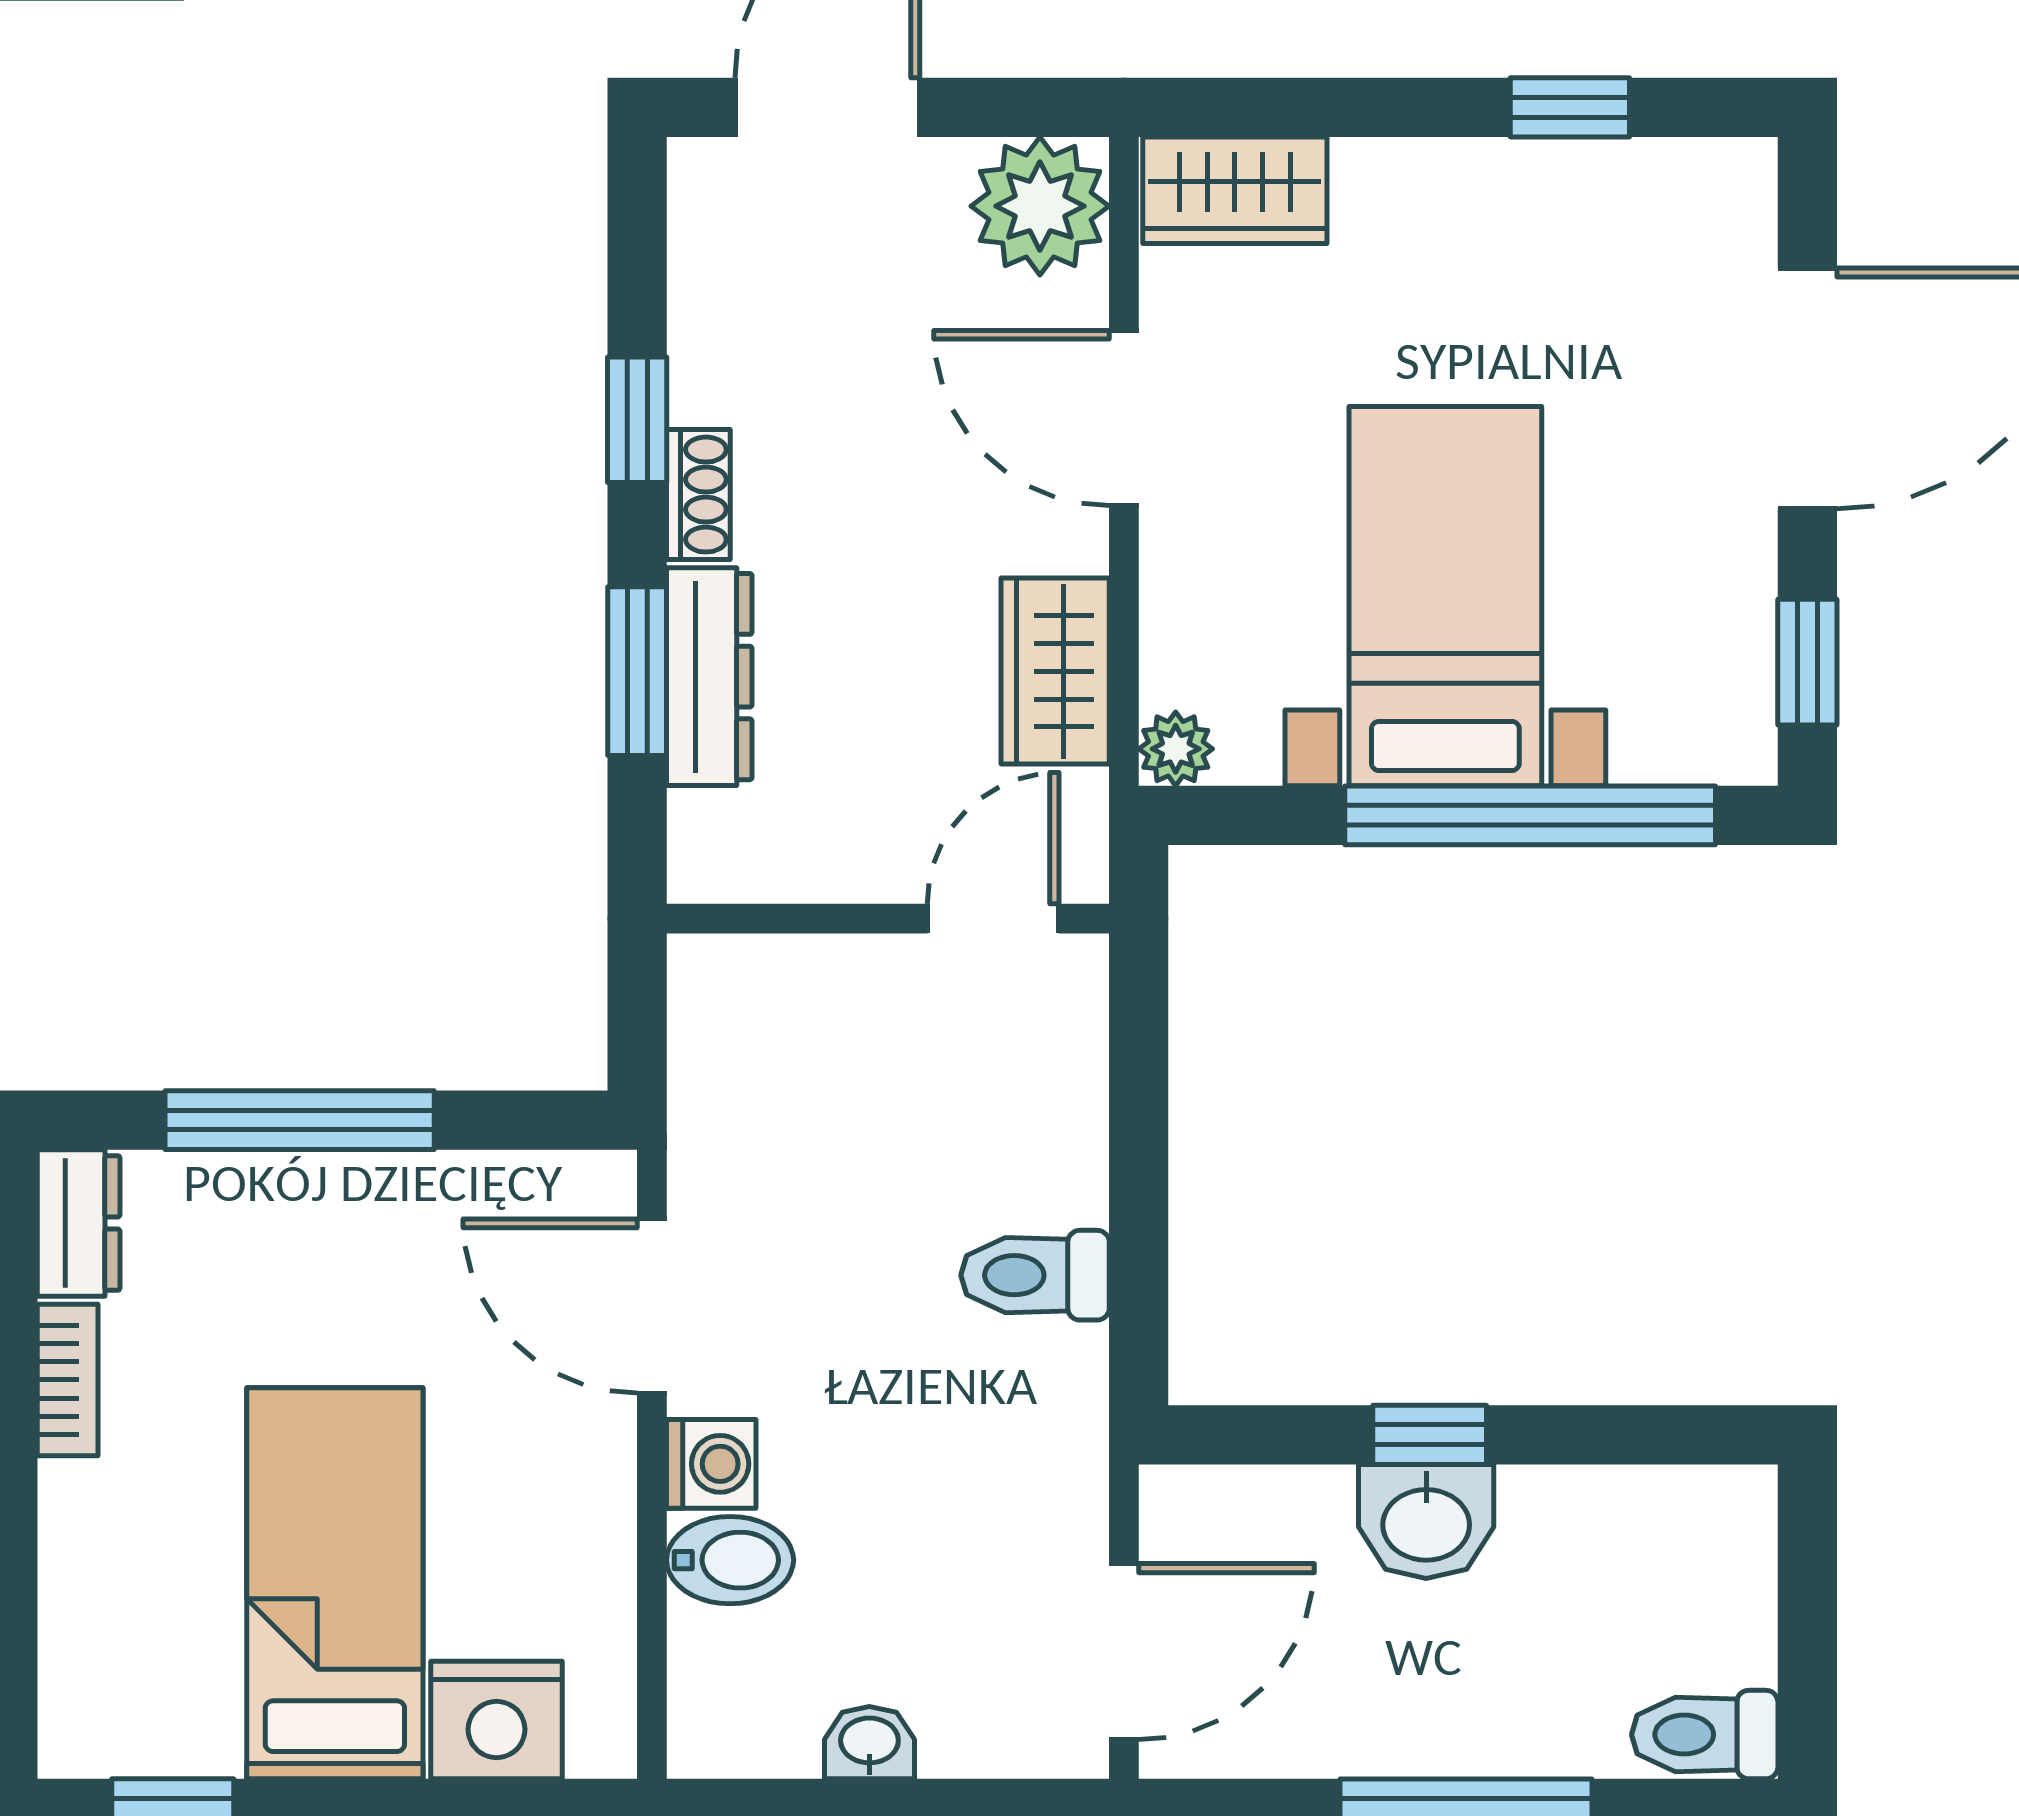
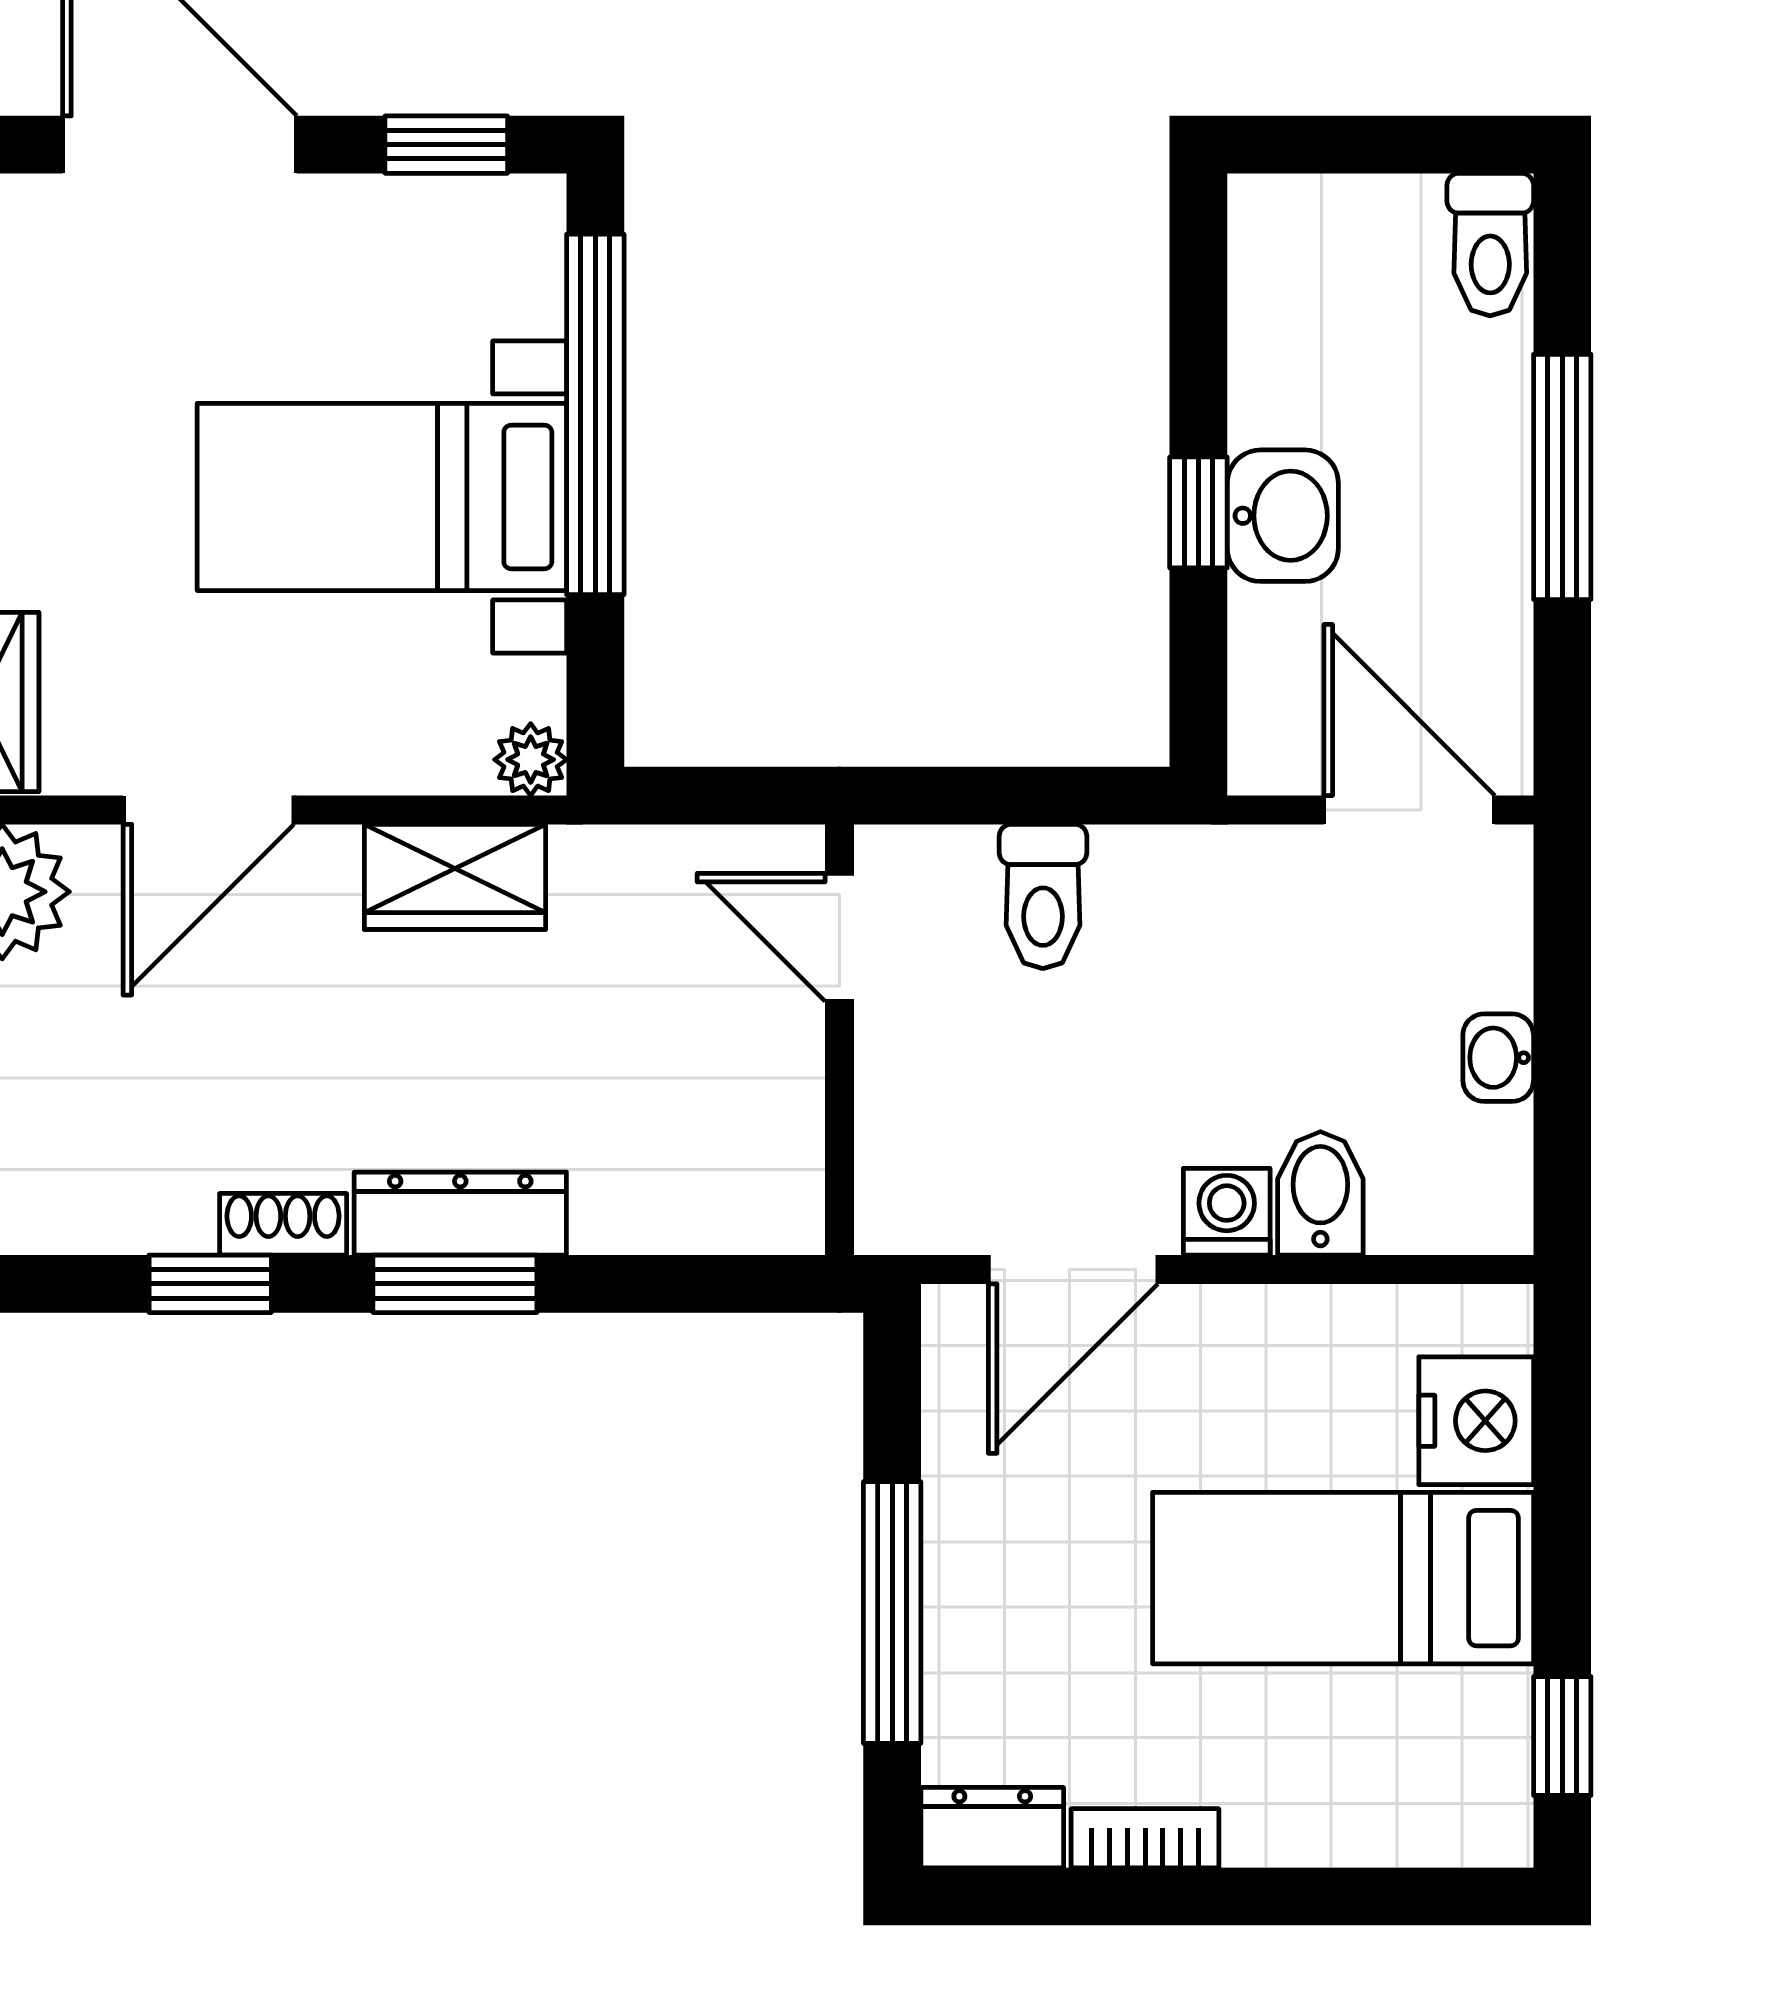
wall: (888, 919) -> (839, 1040), moved
door: (993, 919) -> (839, 937), moved

